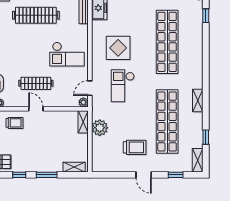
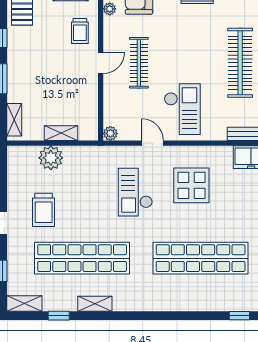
checkout: (67, 54) -> (182, 109), turned 180
checkout: (123, 86) -> (135, 192), turned -90
door: (90, 88) -> (152, 143), moved
shelving: (198, 101) -> (95, 304), moved
shelving: (83, 122) -> (61, 133), moved
plant: (100, 128) -> (51, 158), moved

